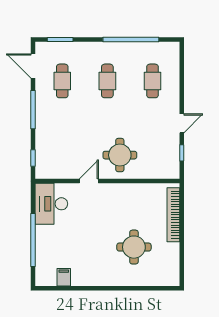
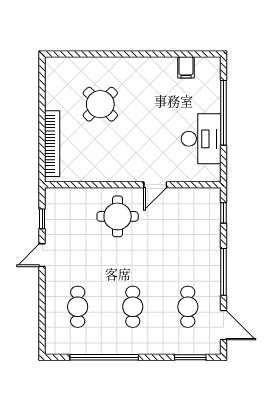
desk: (51, 204) -> (201, 139), moved
round table: (134, 247) -> (100, 104), turned 45

